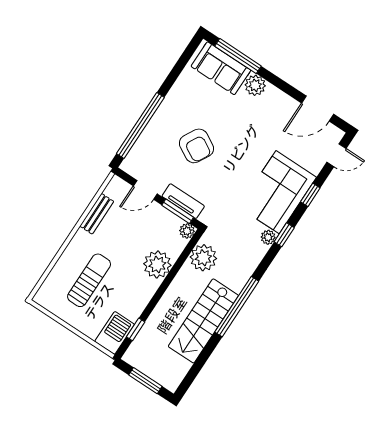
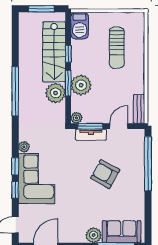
bench: (97, 214) -> (139, 109), moved
window: (284, 235) -> (15, 166), moved
plant: (203, 258) -> (56, 93), moved
window: (170, 277) -> (68, 83), added
stairs: (203, 321) -> (54, 52), moved, turned 180
window: (136, 329) -> (68, 54), moved

